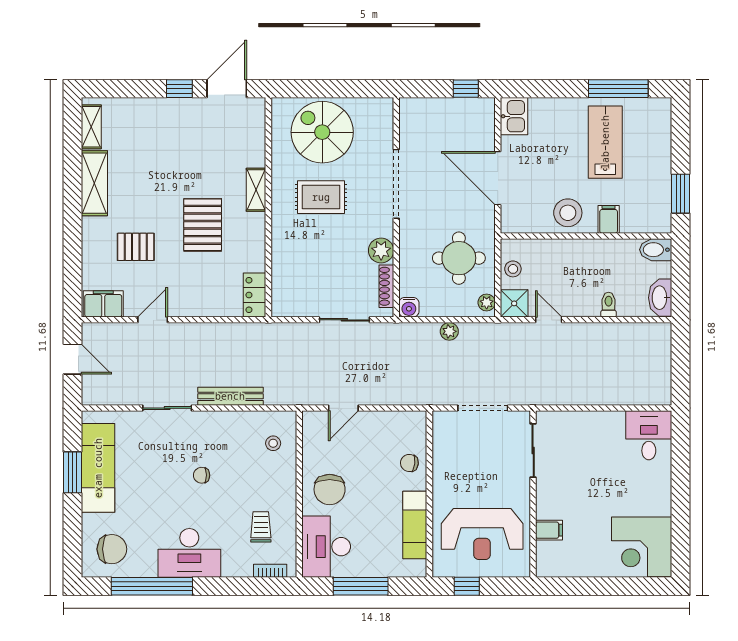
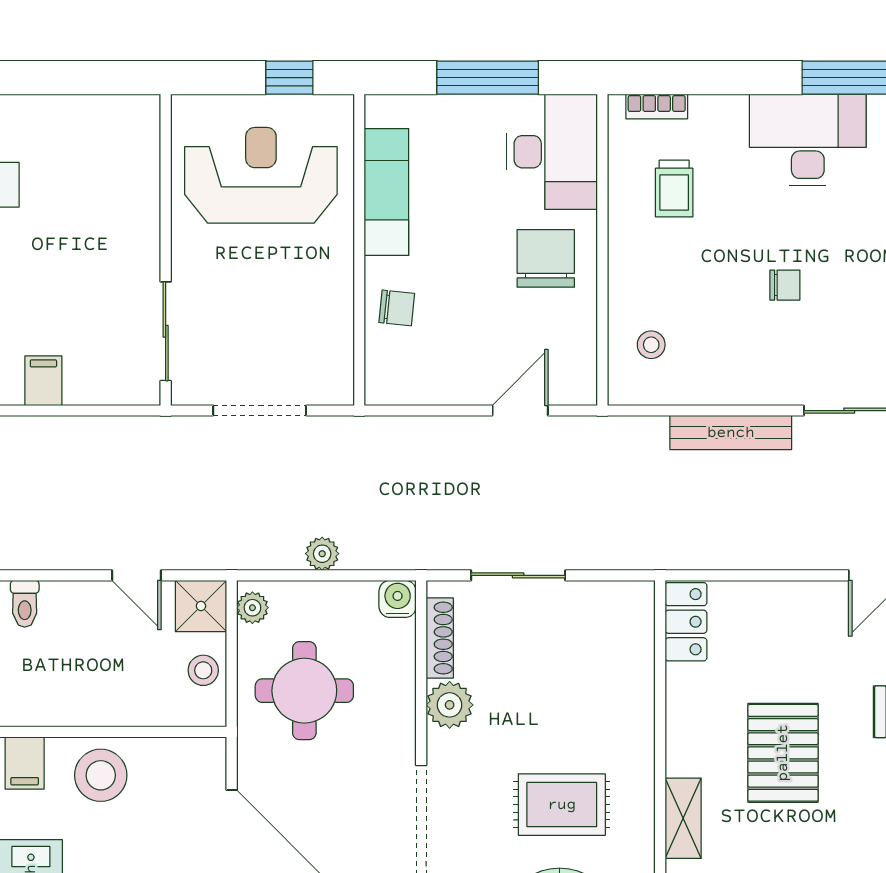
filing cabinet: (549, 530) -> (43, 381), moved, turned 90

